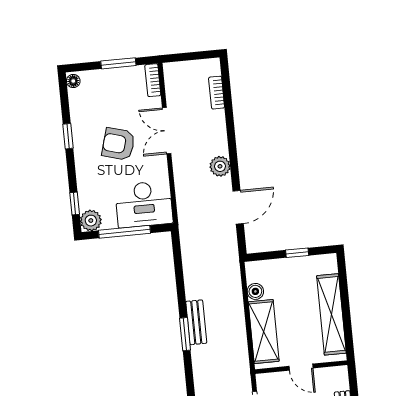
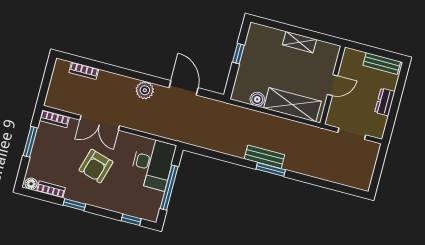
bookcase: (75, 105) -> (51, 189), added
plant: (91, 221) -> (150, 212), removed
shelving: (331, 314) -> (299, 42), width x0.45, depth x0.75

